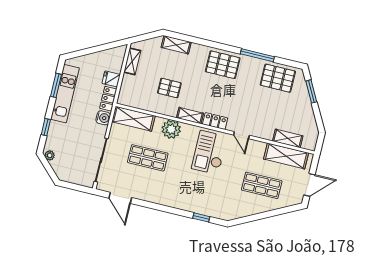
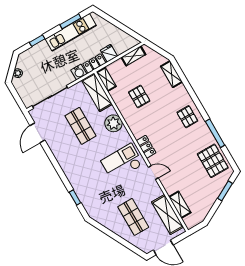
pallet: (223, 65) -> (187, 117), width x0.67, depth x0.71
shelving: (190, 116) -> (106, 79), moved
door: (241, 135) -> (153, 173), swing flipped
plant: (50, 155) -> (18, 73), moved

